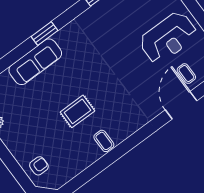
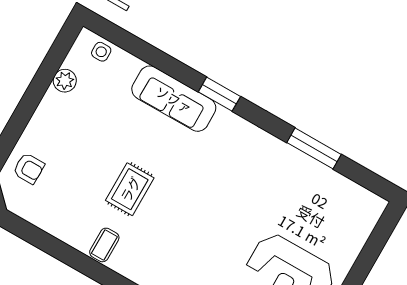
rug: (77, 111) -> (130, 189), turned 90

